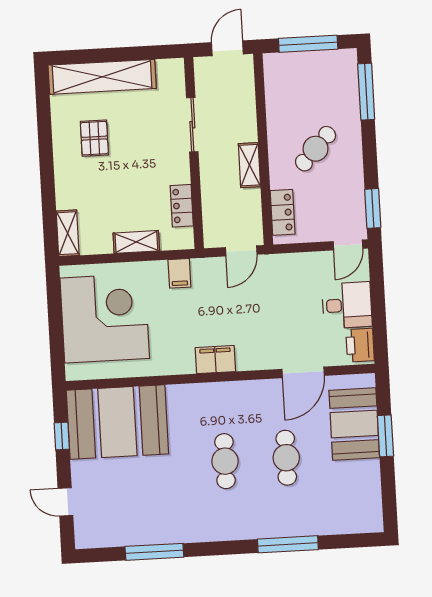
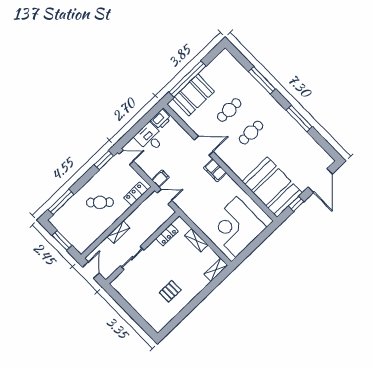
window: (308, 44) -> (62, 240), width x0.69
door: (227, 48) -> (91, 270), swing flipped
shelving: (102, 77) -> (144, 309), removed
shelving: (249, 165) -> (119, 232), moved
filing cabinet: (179, 273) -> (160, 179), moved
door: (303, 372) -> (204, 146), moved
window: (385, 436) -> (187, 79), width x2.11
door: (65, 502) -> (320, 180), width x1.88
window: (154, 552) -> (299, 118), moved

